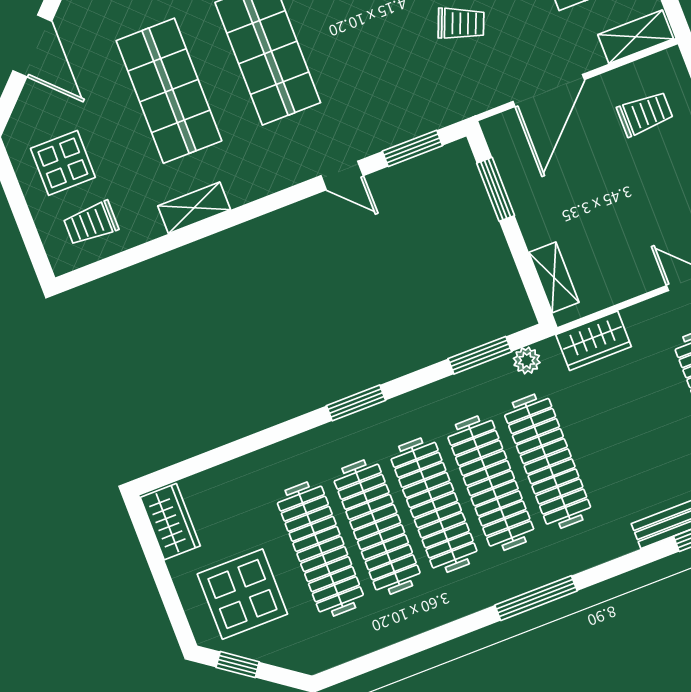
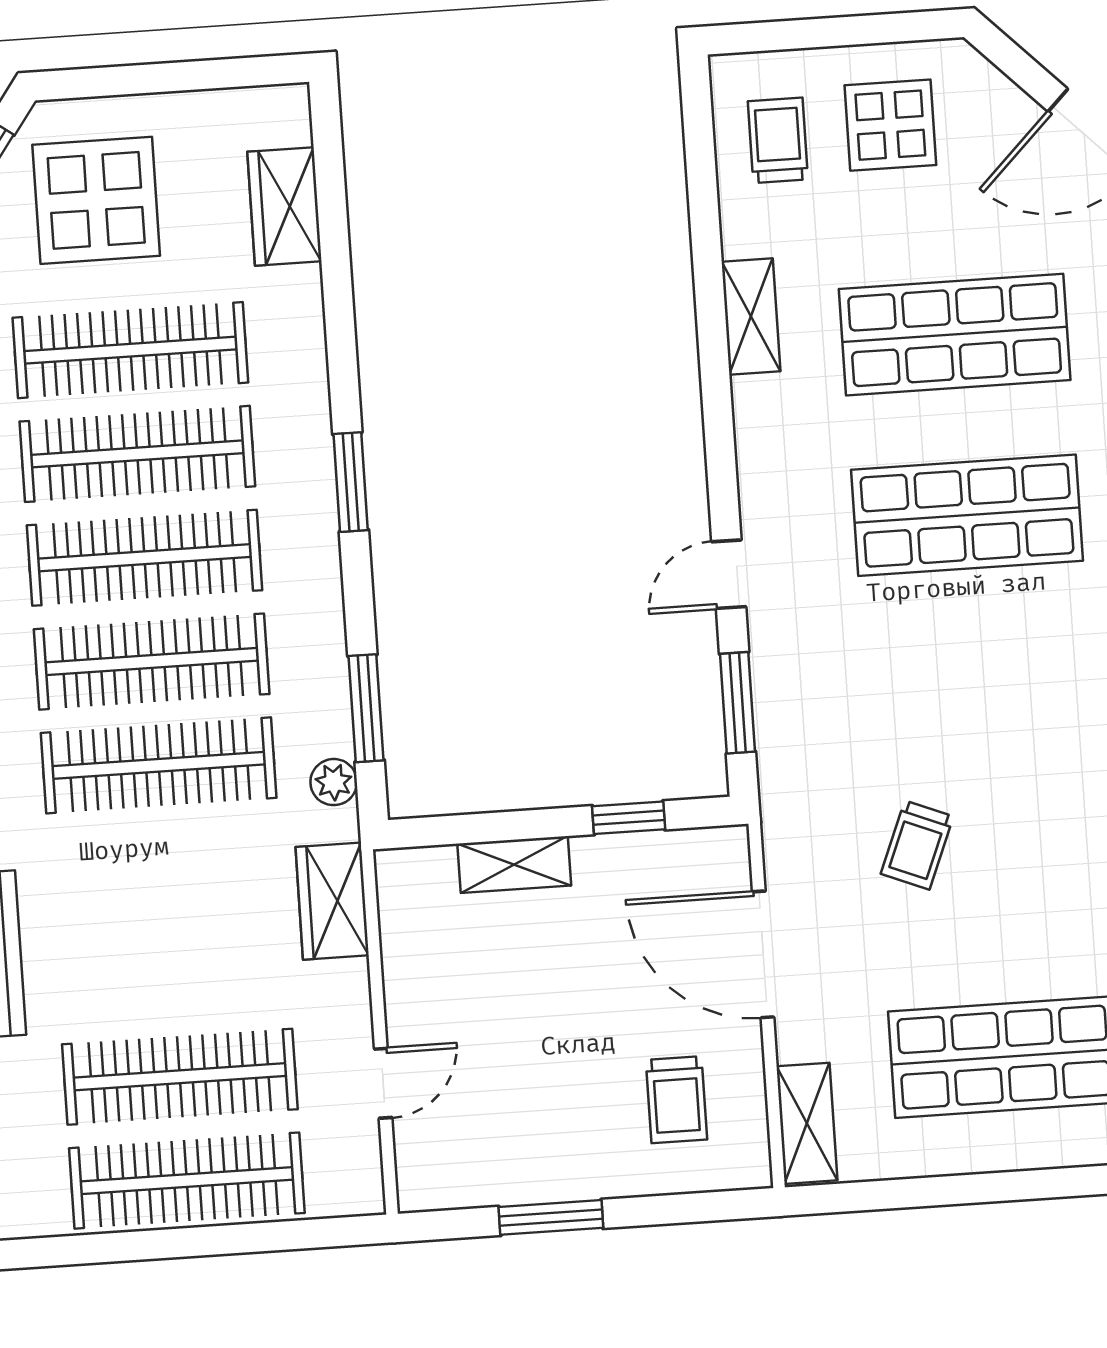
window: (496, 189) -> (629, 818), width x0.67
shelving: (554, 277) -> (514, 865), moved
wardrobe: (170, 522) -> (284, 206), moved, turned 90

